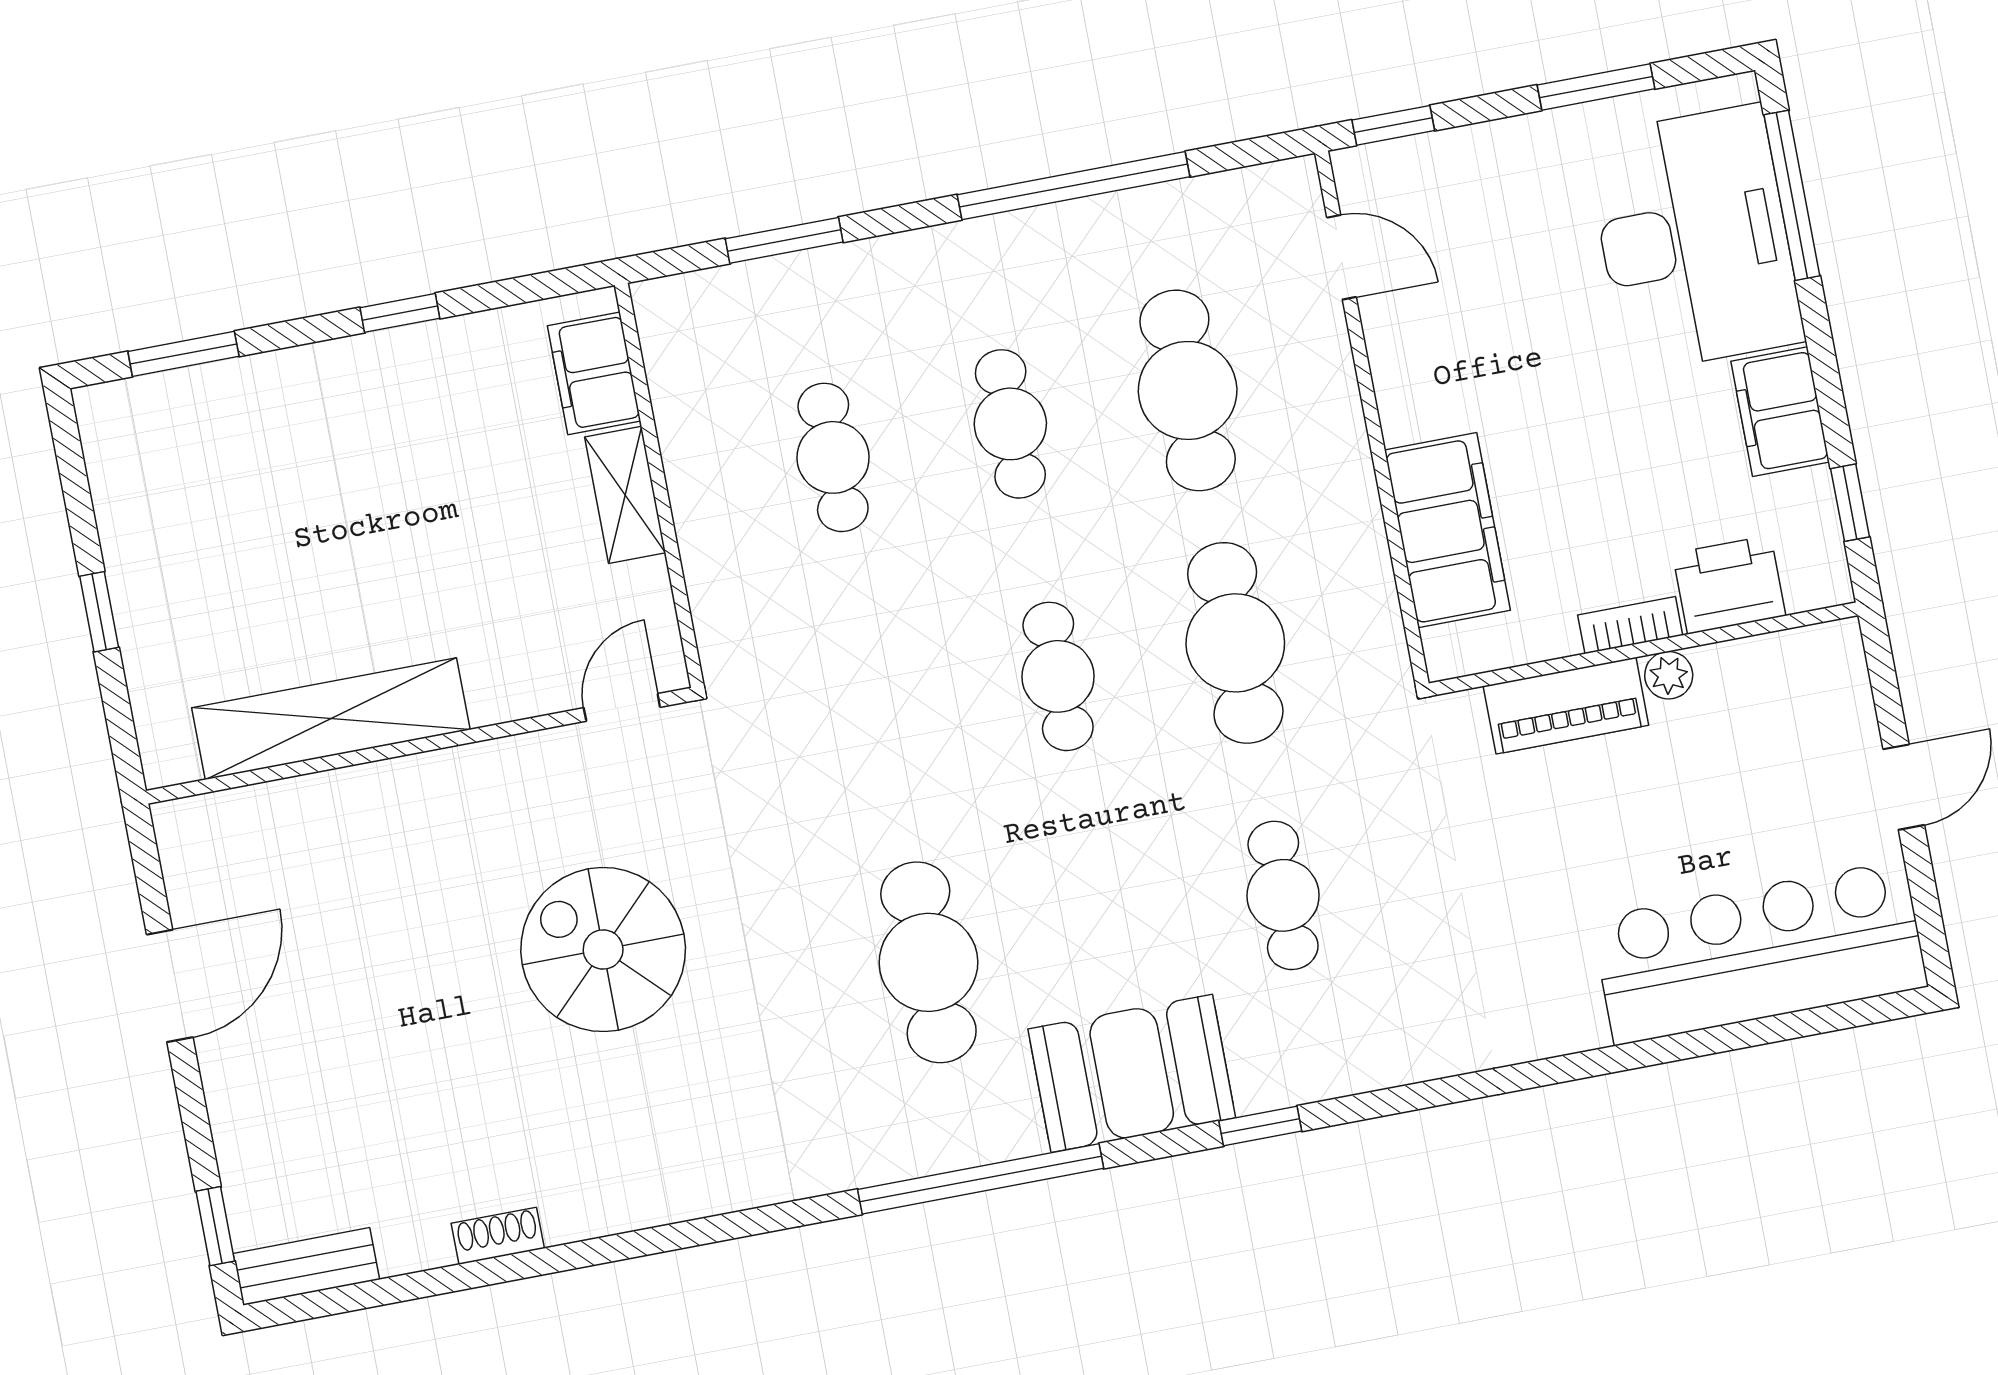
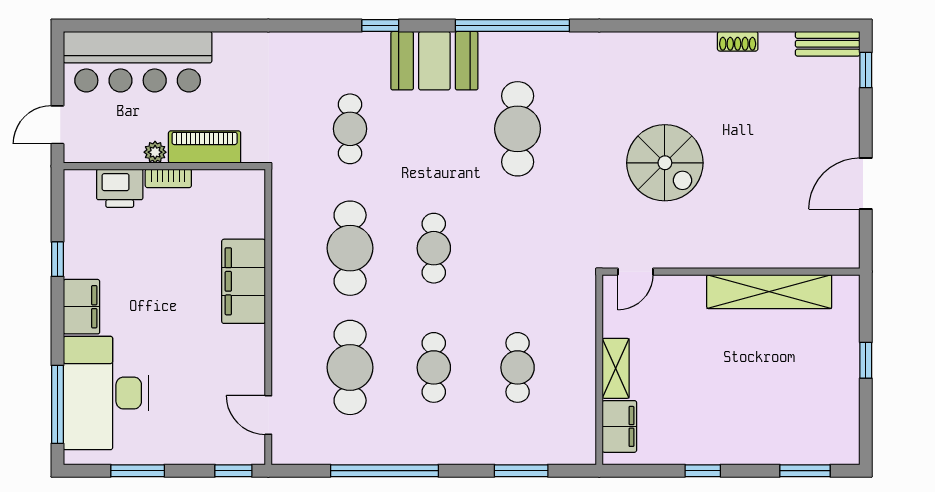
printer: (1729, 585) -> (120, 188), moved
bookcase: (1630, 625) -> (168, 178), moved
wall: (1643, 649) -> (164, 166), moved
plant: (1669, 675) -> (155, 152), moved
piano: (1566, 706) -> (205, 147), moved

